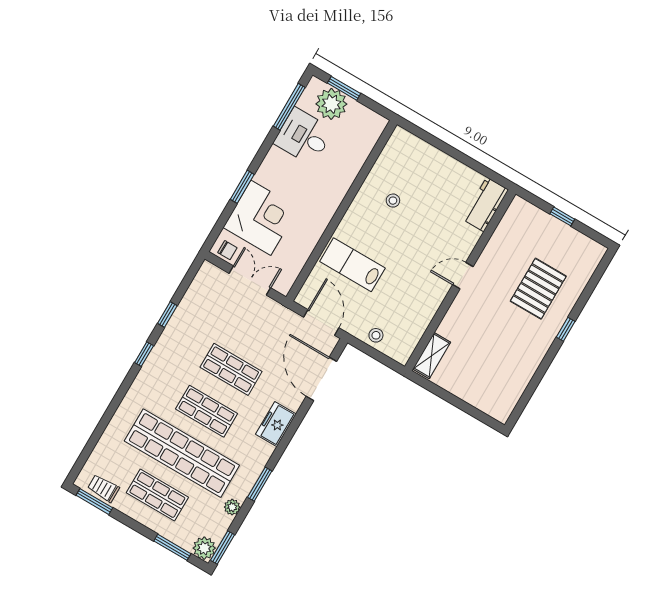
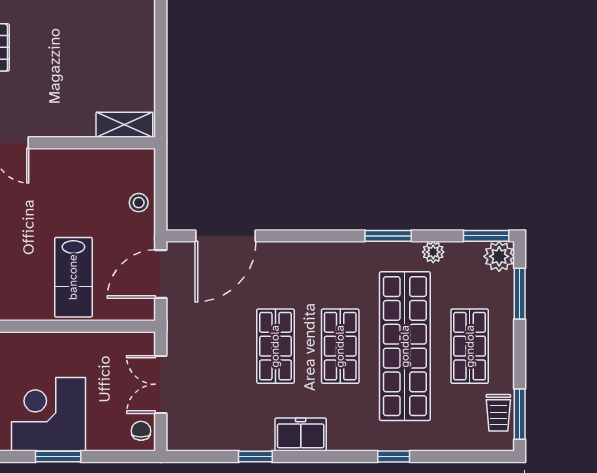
corner desk: (261, 218) -> (49, 414), moved
window: (144, 354) -> (394, 456), moved
freezer: (276, 424) -> (301, 435), moved, turned 180

